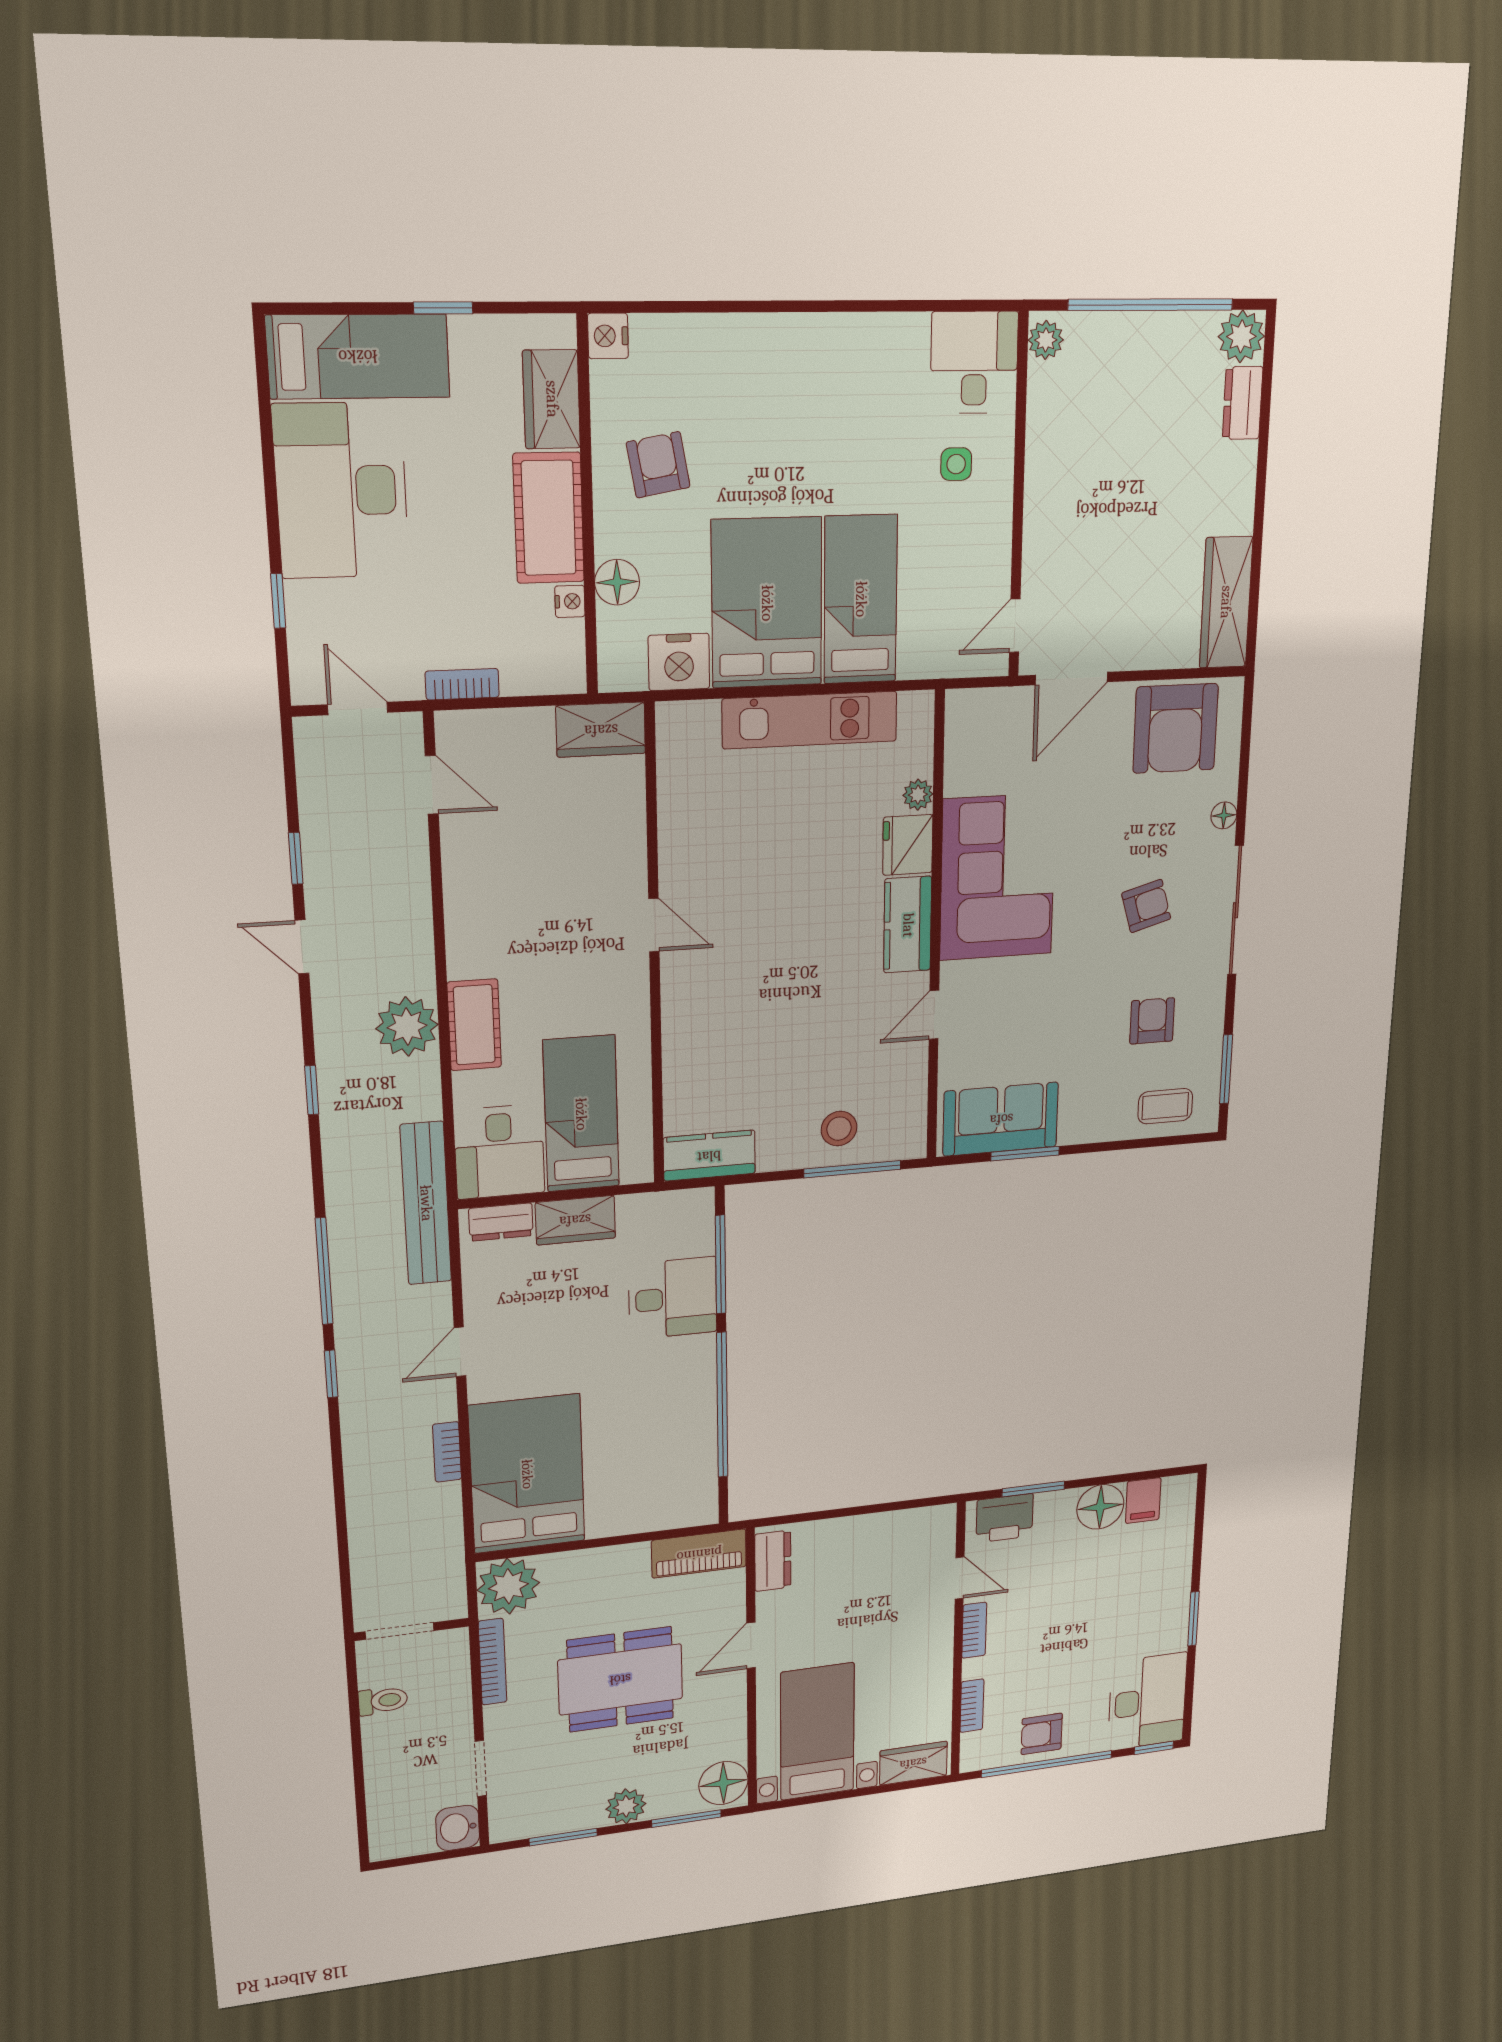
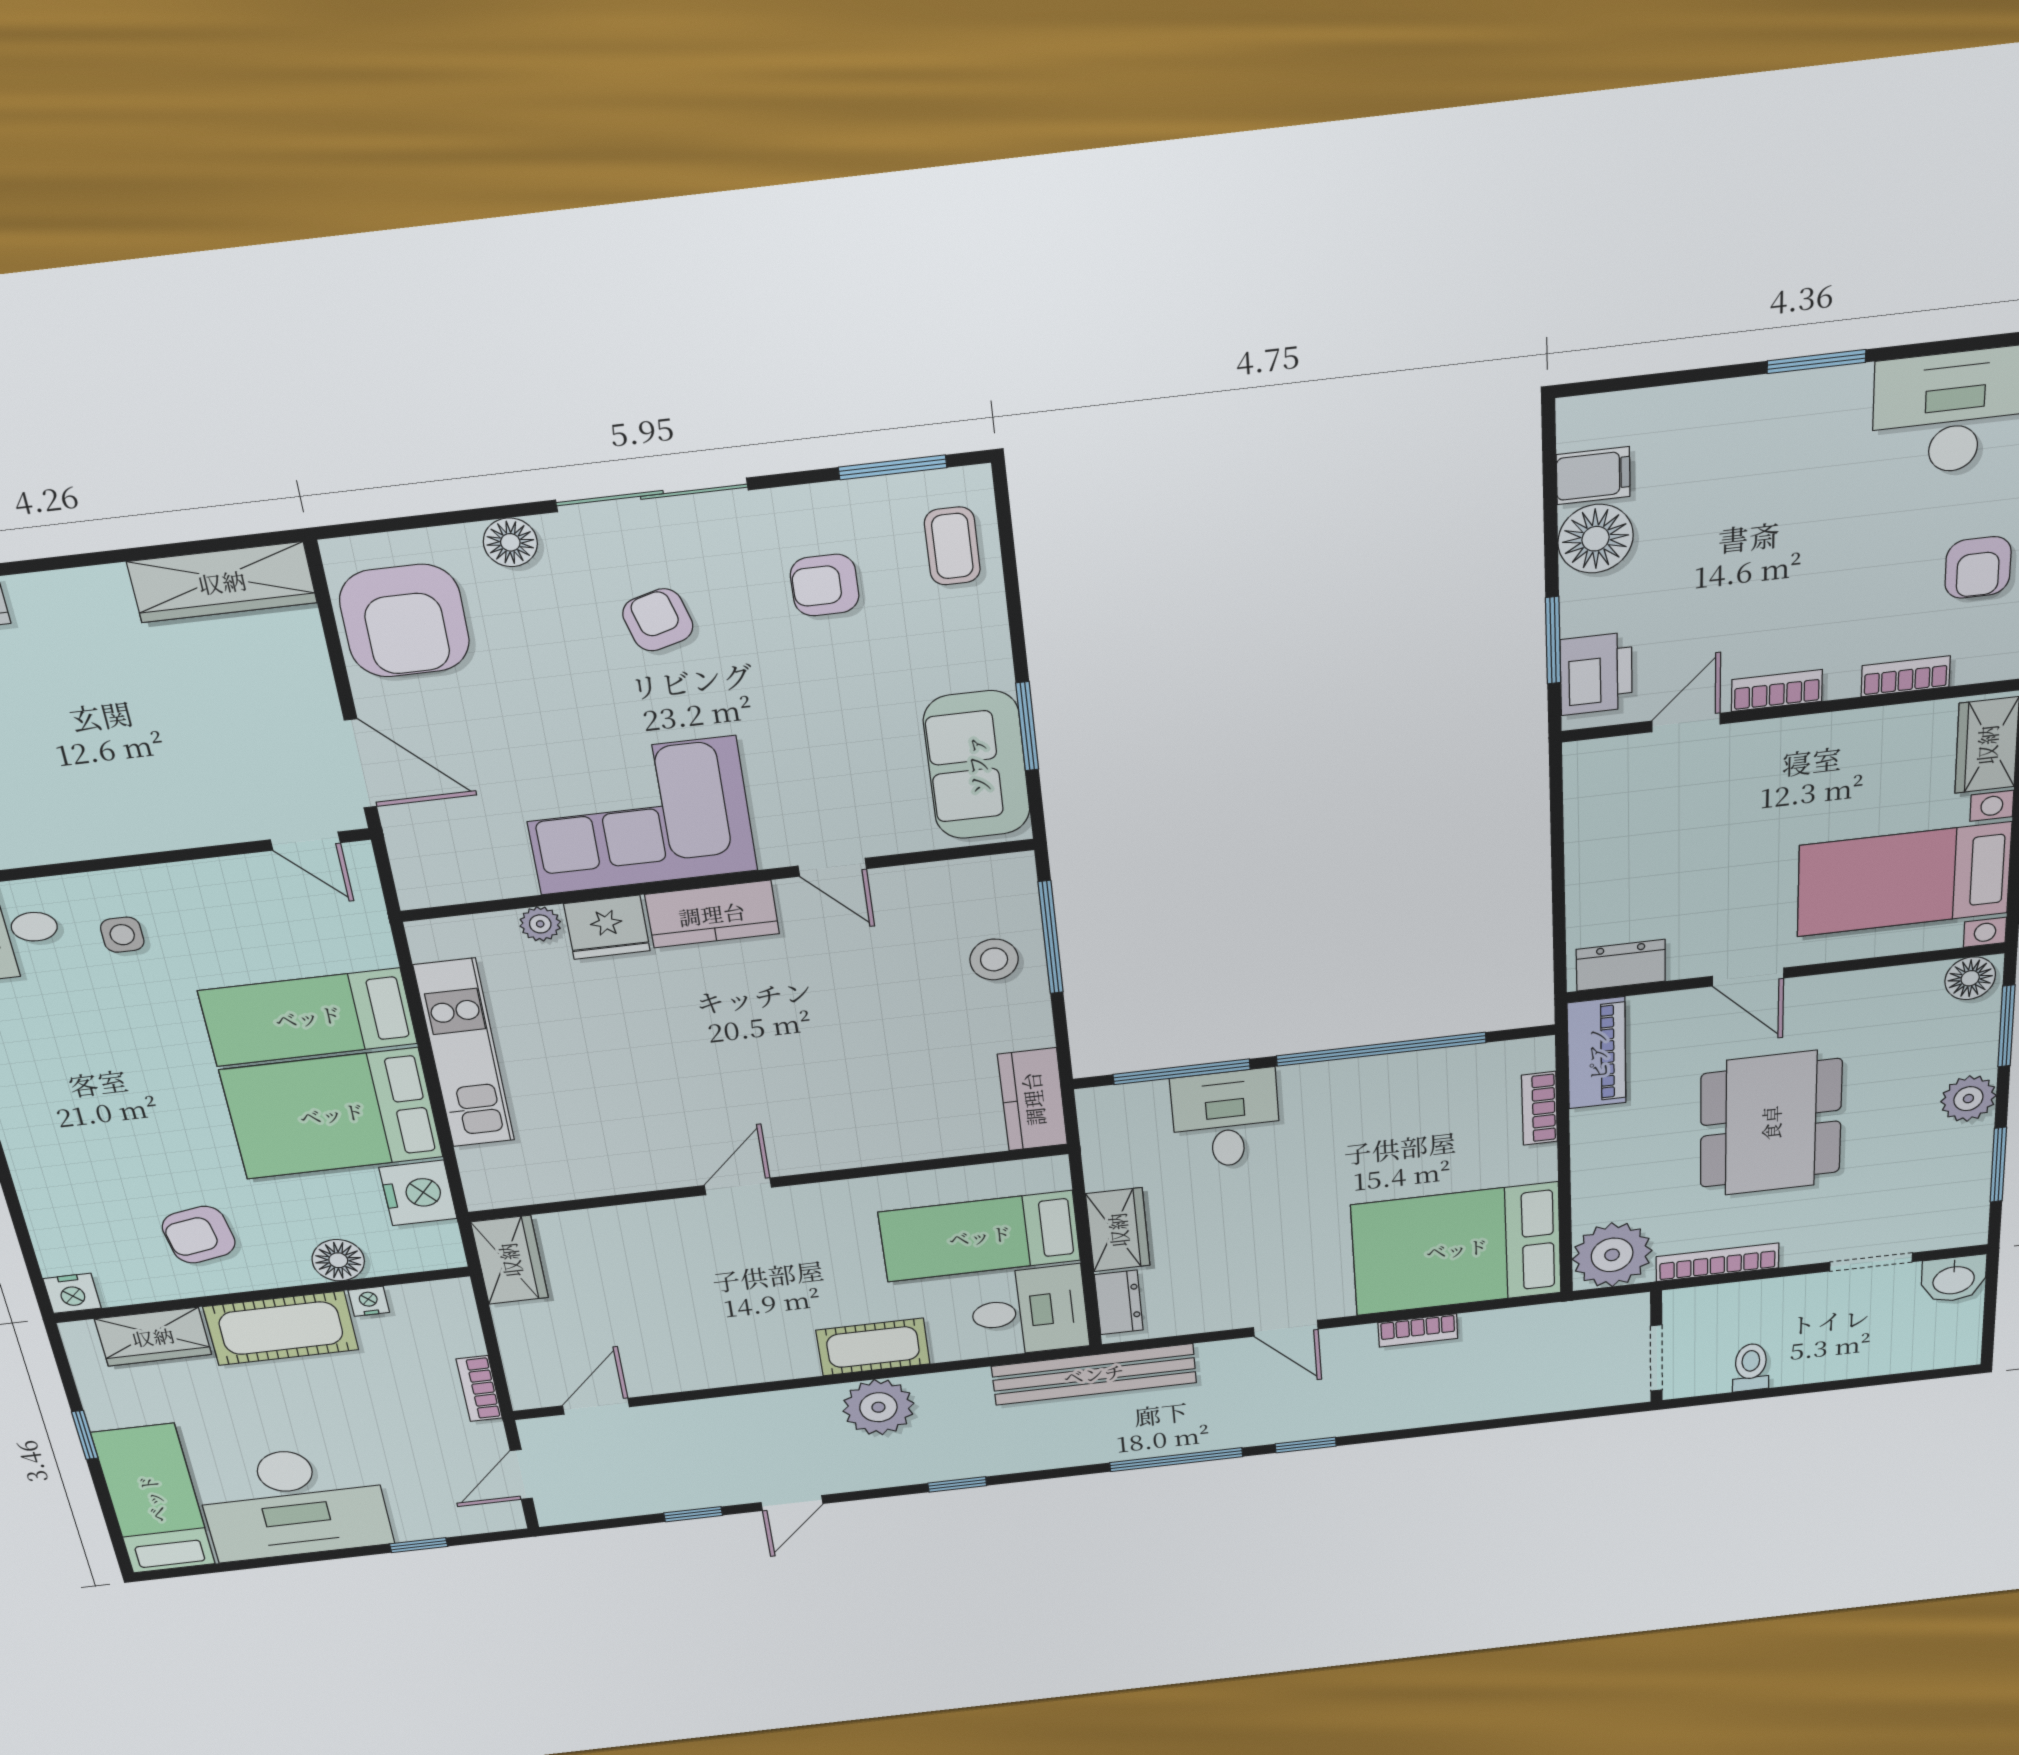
armchair: (1176, 728) -> (405, 621), turned 90
floor lamp: (1224, 815) -> (510, 542), width x1.37, depth x1.37
bookcase: (654, 1520) -> (1540, 1108), added
floor lamp: (723, 1783) -> (1970, 978), width x0.73, depth x0.73

